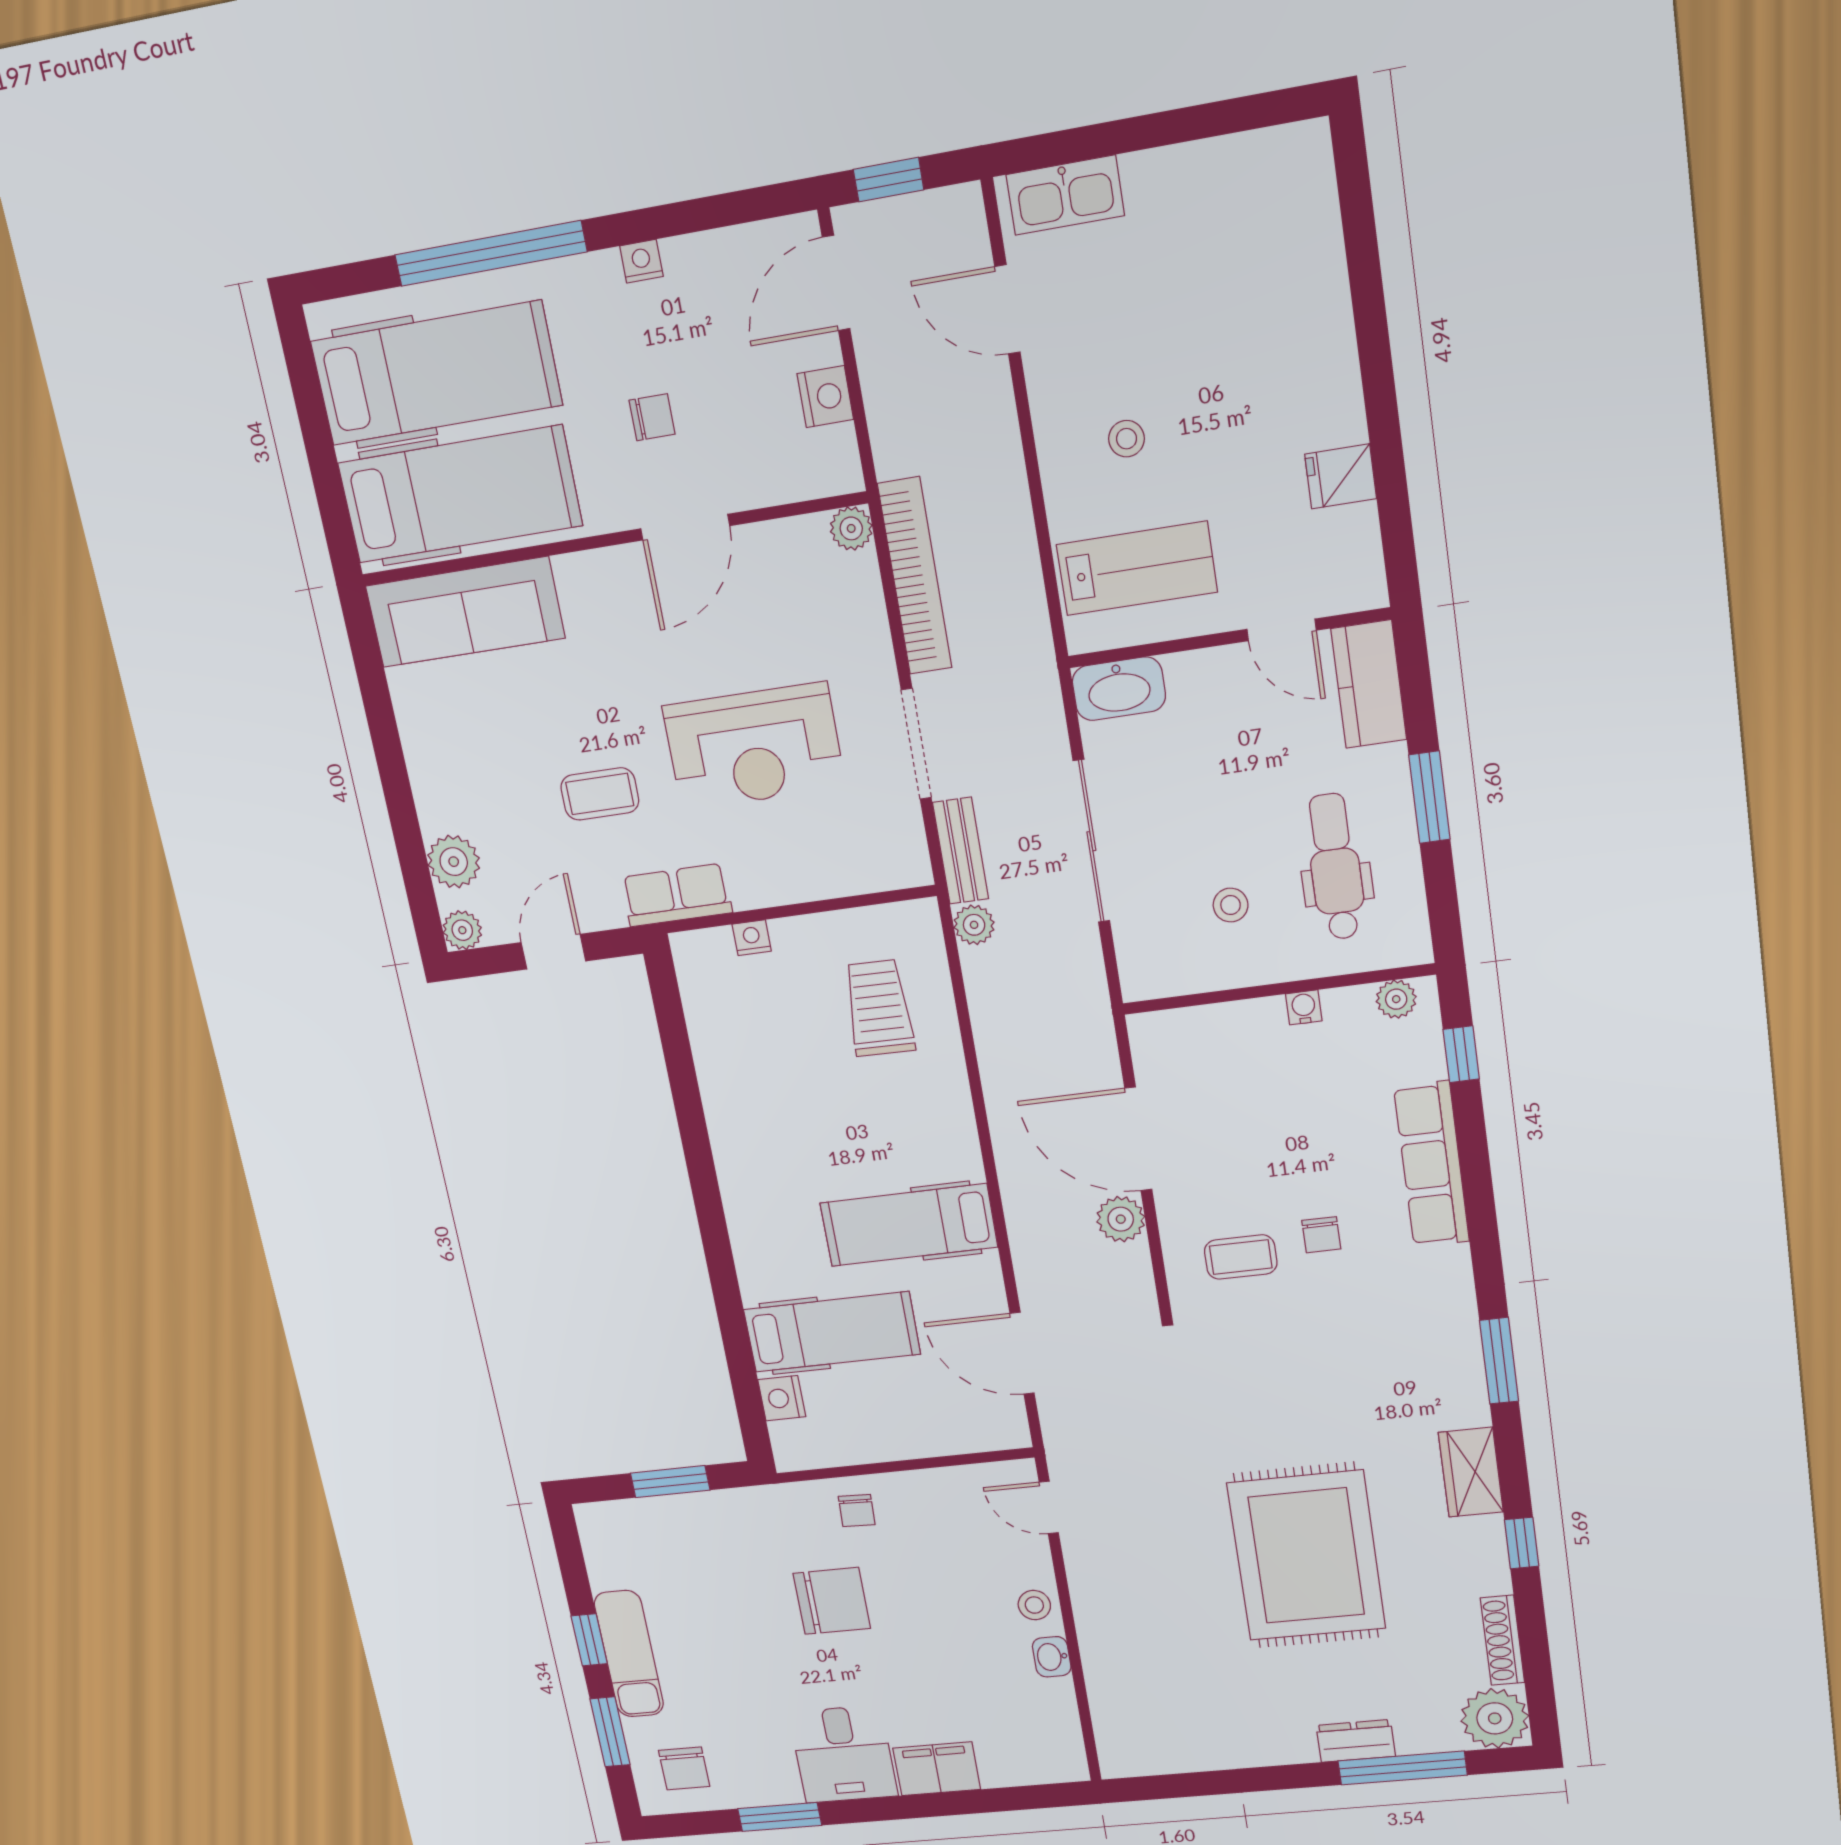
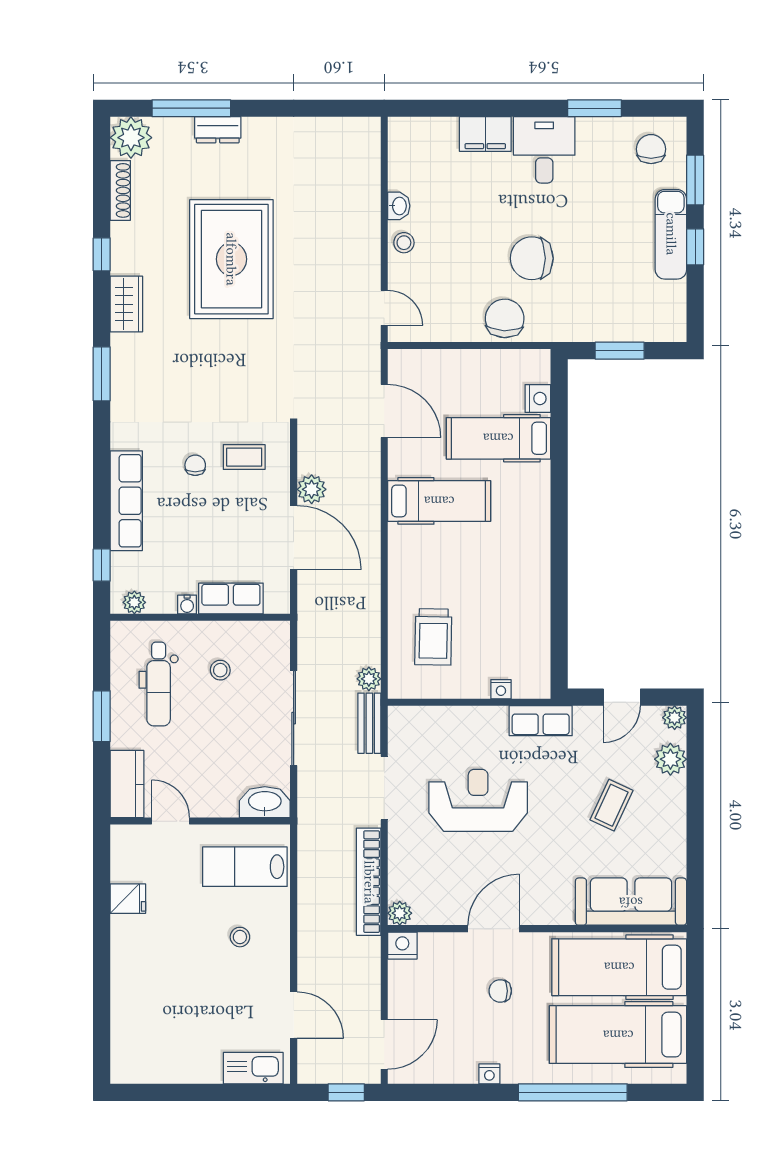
nightstand: (825, 397) -> (402, 946), moved, turned 90
coffee table: (600, 794) -> (611, 805), moved, turned -65
row of seats: (1230, 1027) -> (231, 598), added
chair: (857, 1510) -> (505, 318), width x1.87, depth x1.87

